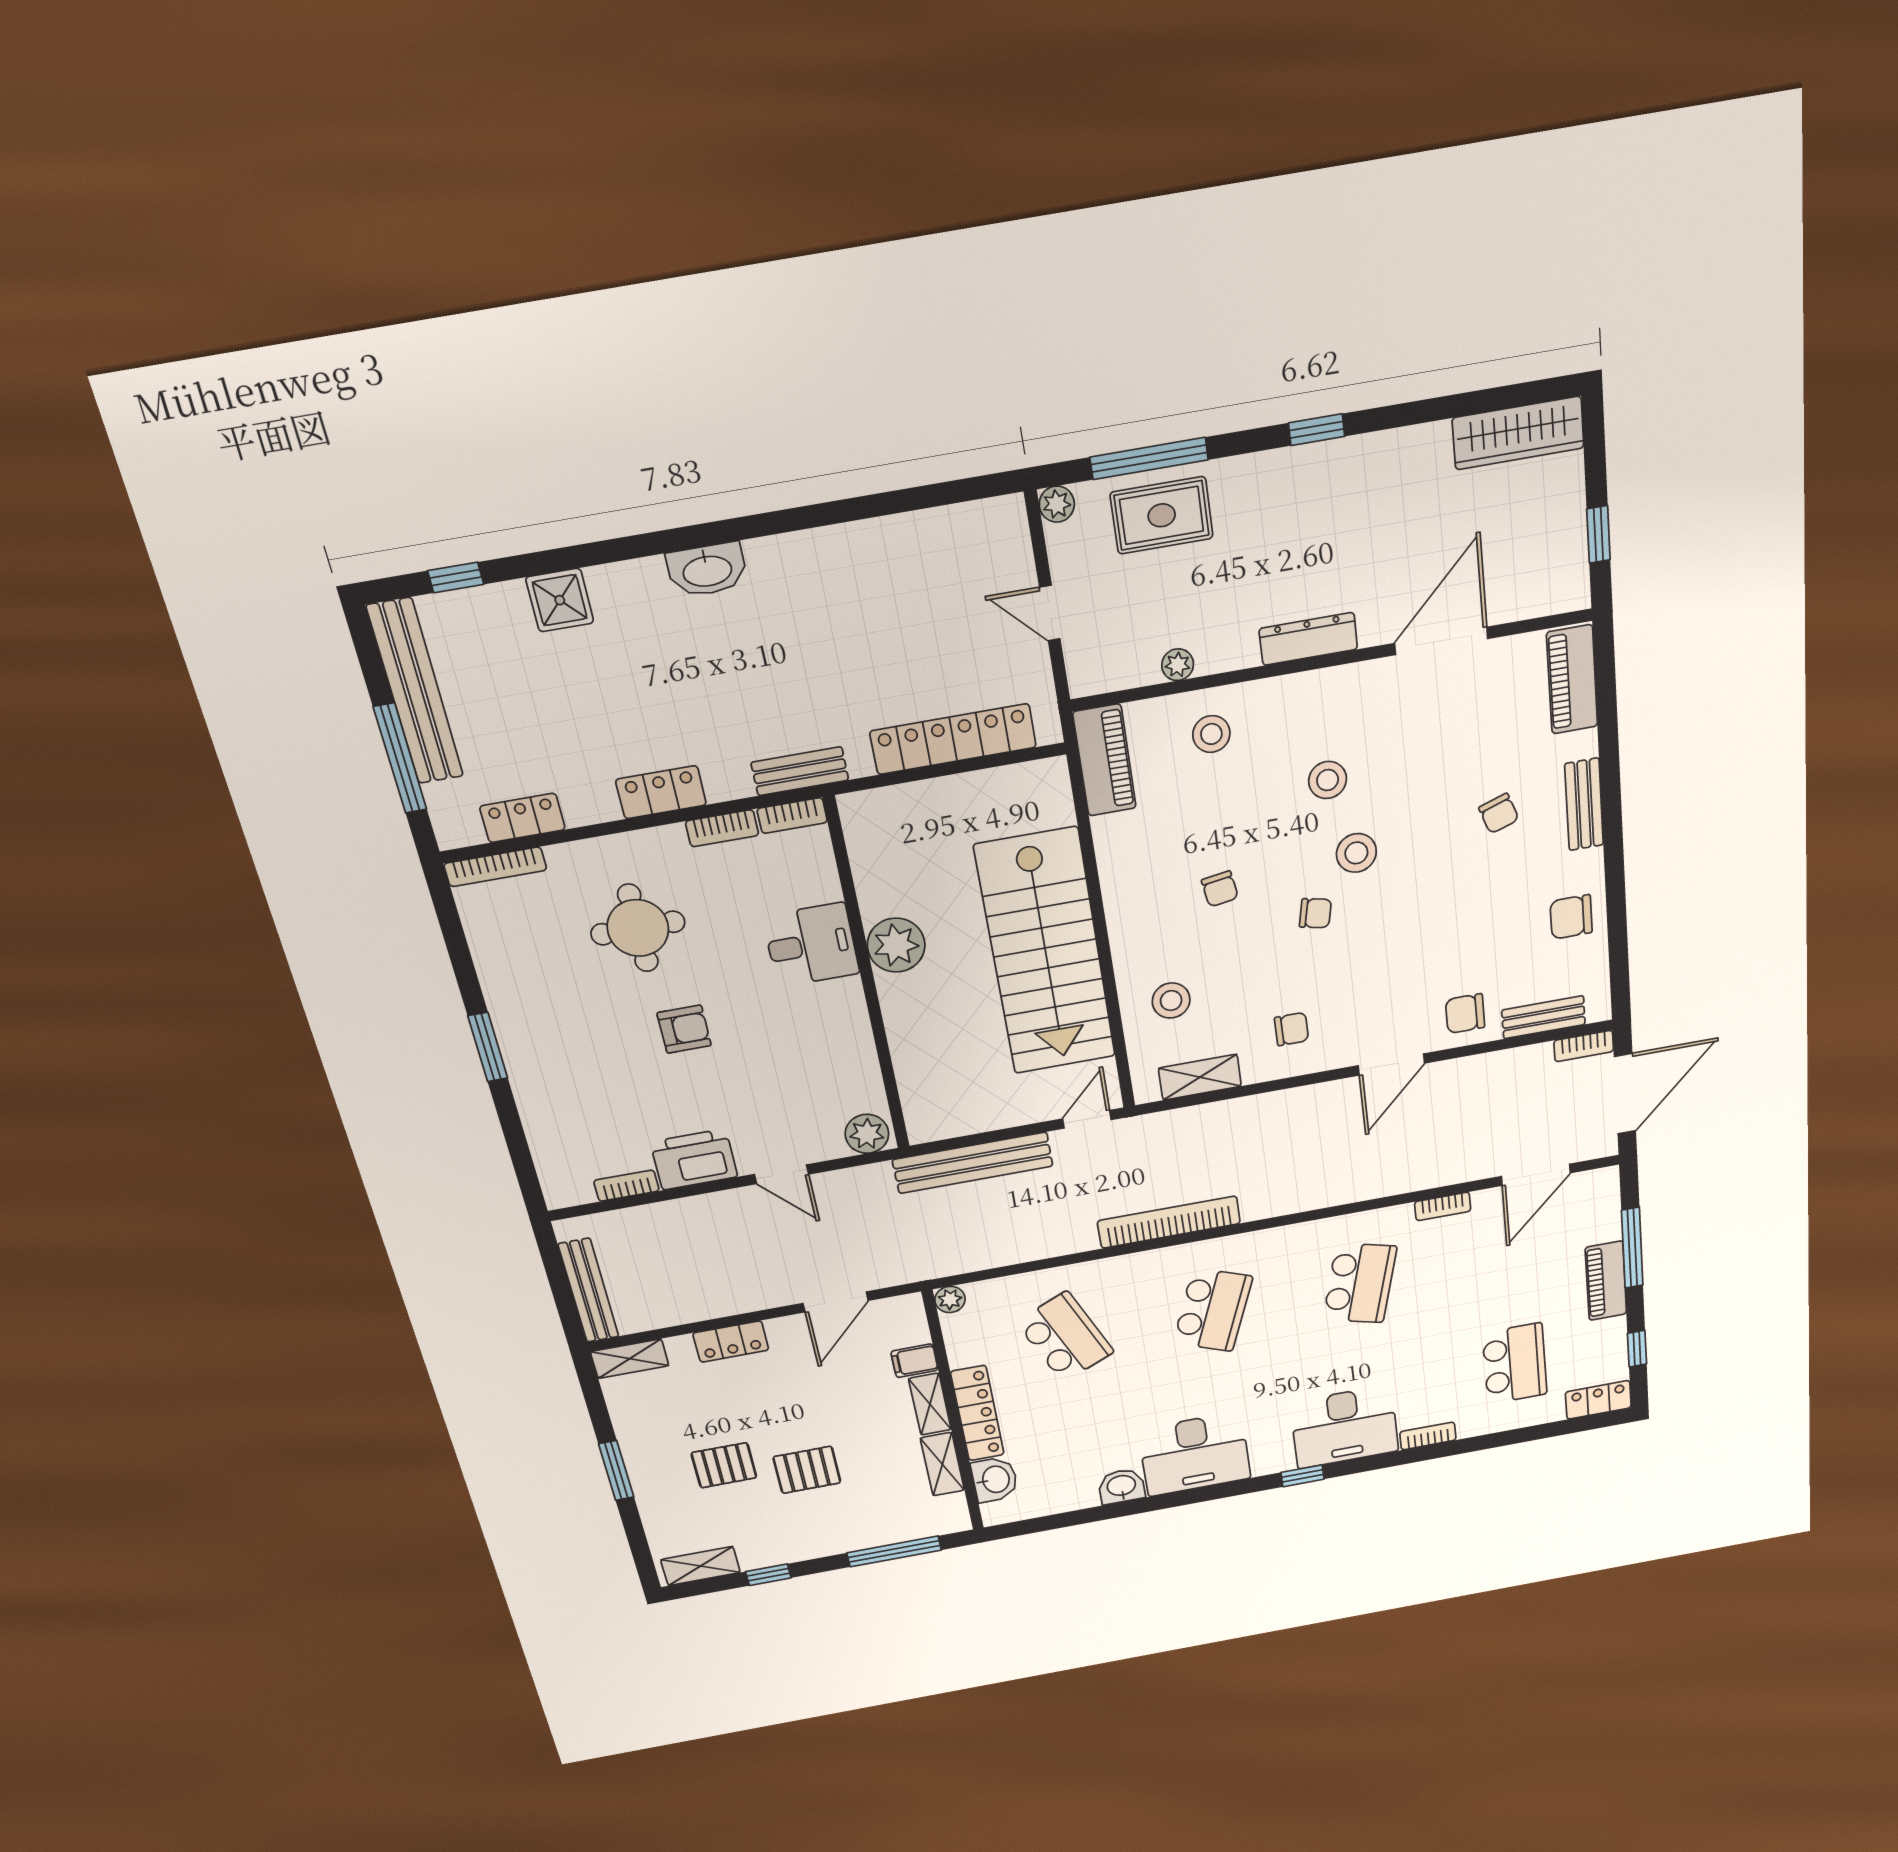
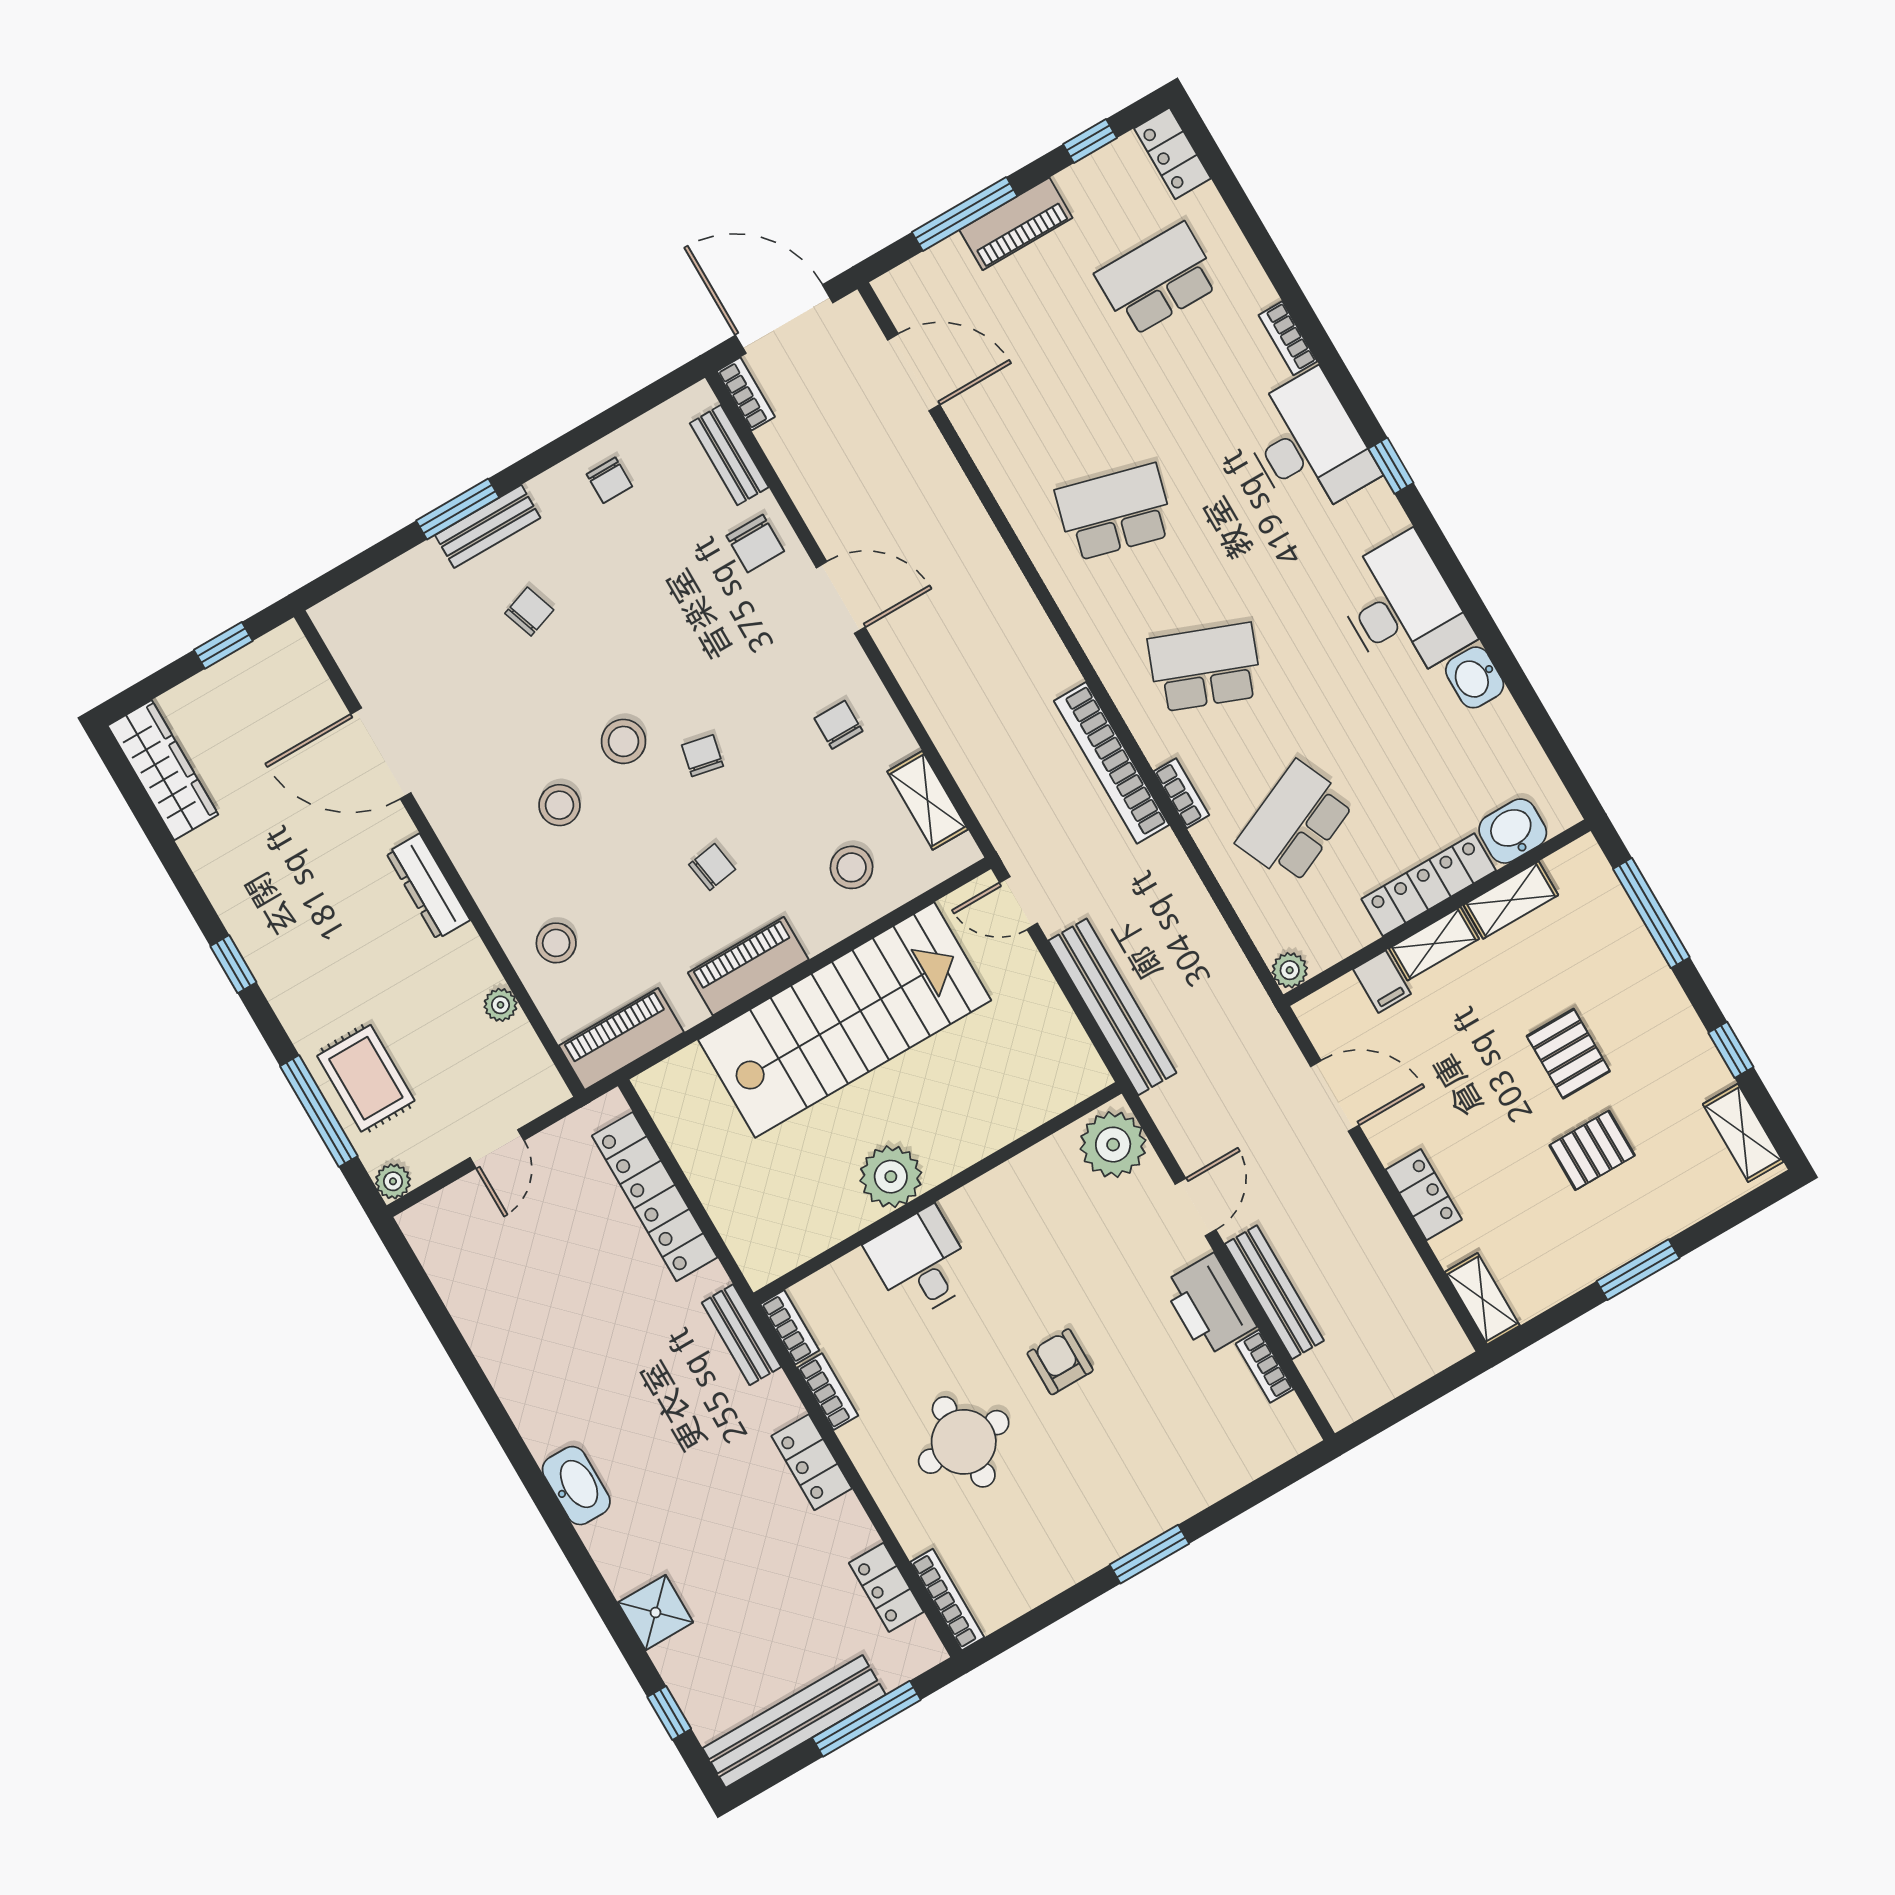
piano: (1572, 680) -> (748, 966), moved, turned 180
window: (1610, 785) -> (458, 509), added
chair: (1571, 917) -> (609, 480), width x0.73, depth x0.73
plant: (867, 1134) -> (1113, 1145), width x1.36, depth x1.36
bookcase: (1443, 1206) -> (1181, 793), moved
bench: (589, 1290) -> (1274, 1292), moved, turned 90
pallet: (724, 1465) -> (1592, 1150), turned 90

